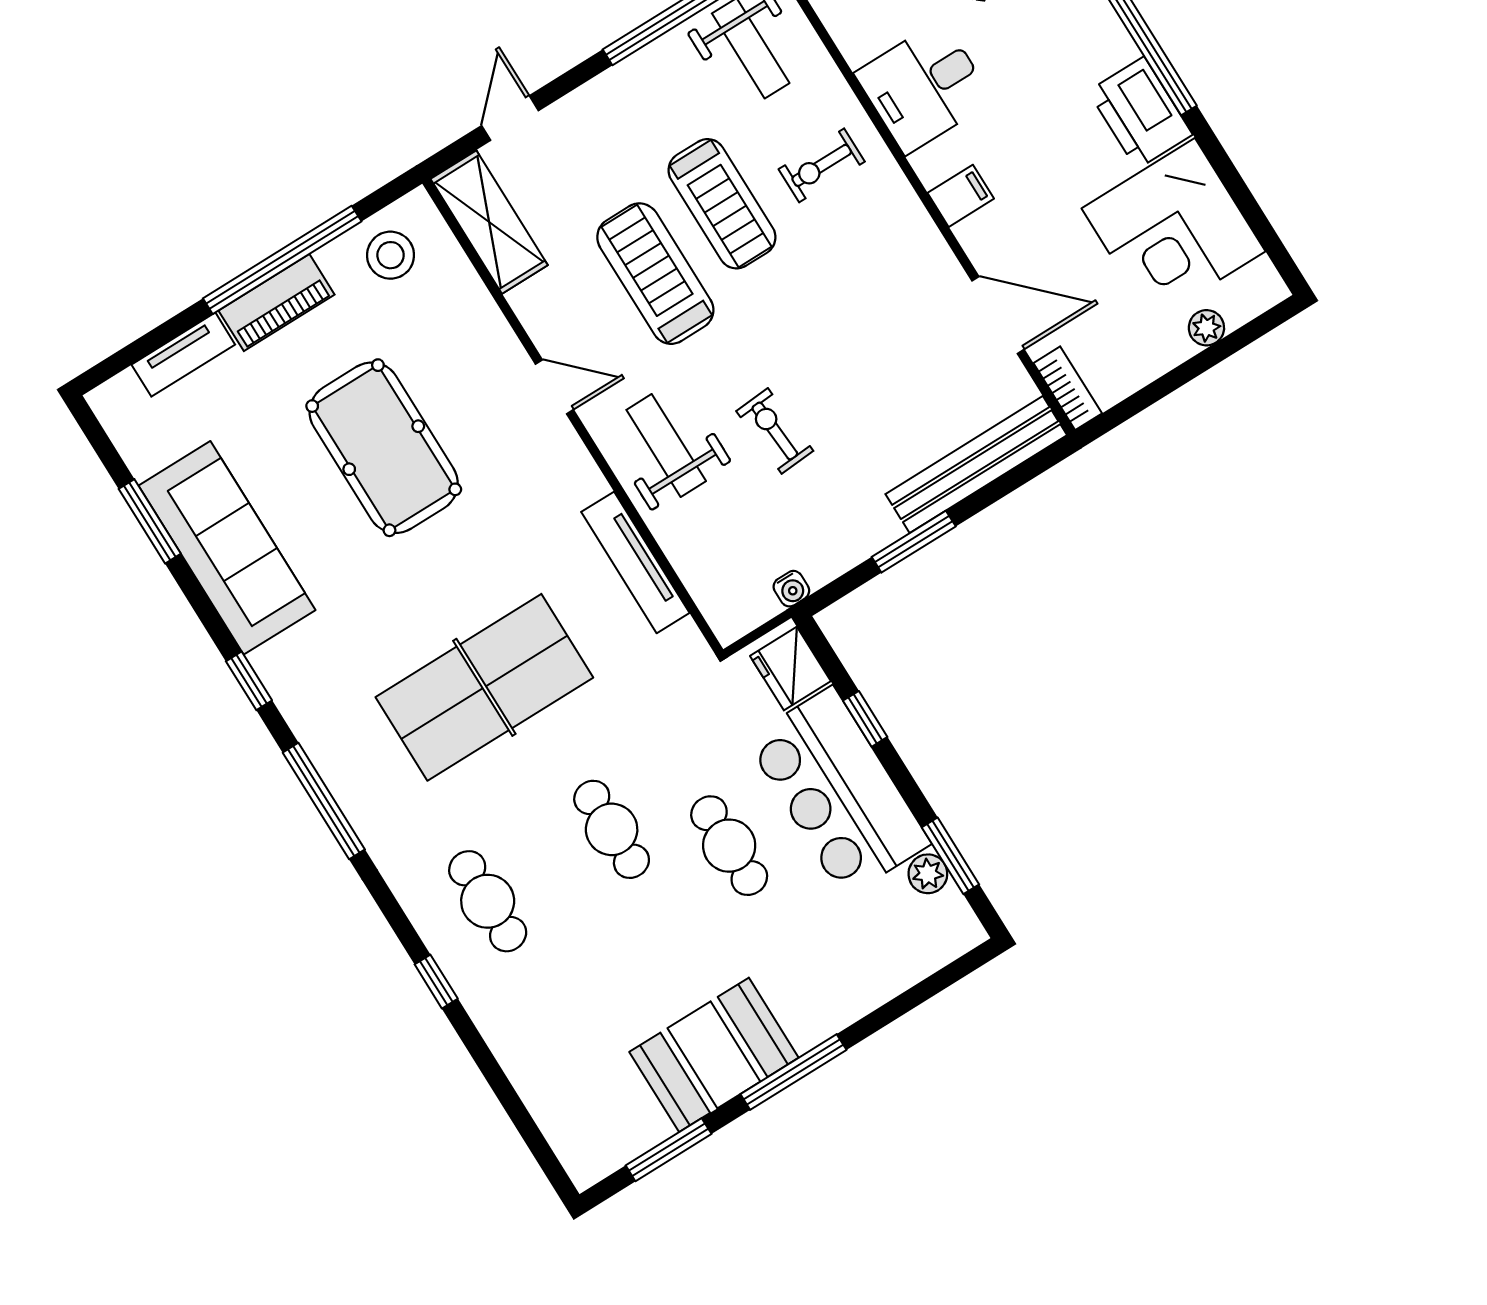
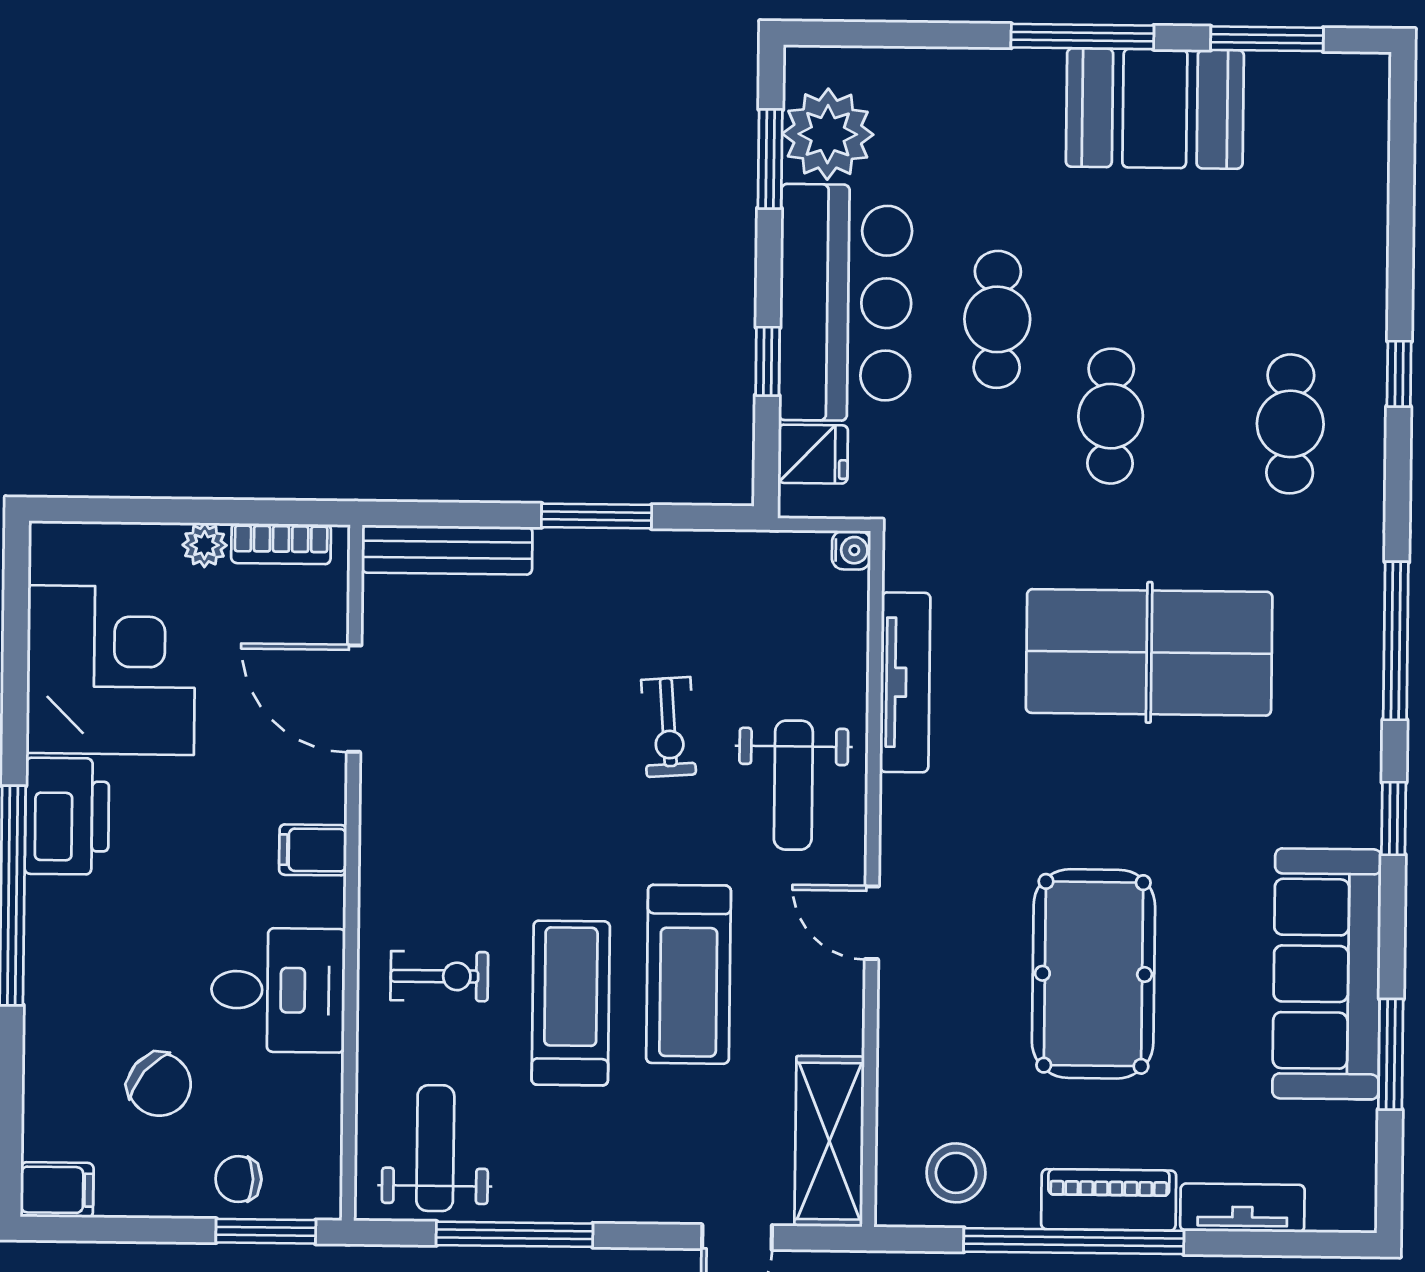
plant: (1206, 328) -> (205, 545), moved
bookcase: (1068, 388) -> (281, 544), moved, turned -90
bench: (976, 465) -> (447, 550), width x0.73, depth x0.82
water cooler: (791, 589) -> (851, 550), moved, turned 90
fridge: (790, 669) -> (813, 454), width x0.72
plant: (928, 874) -> (828, 134), width x1.87, depth x1.87

